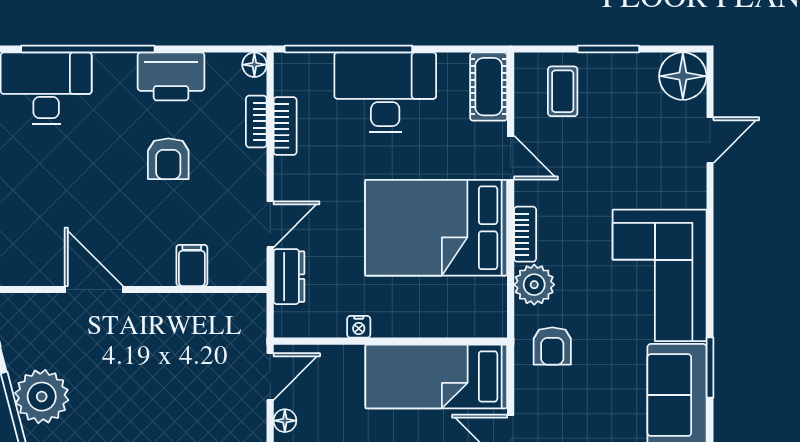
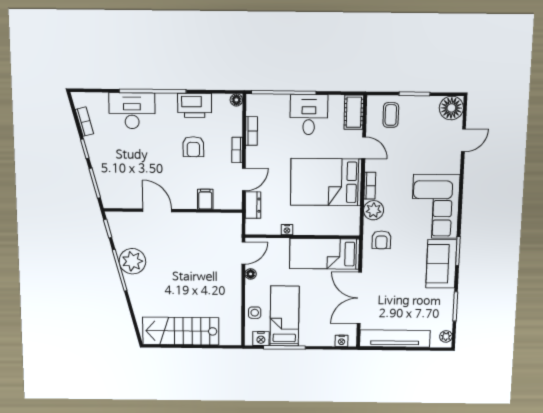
desk: (385, 92) -> (309, 115), width x0.73
bookcase: (256, 121) -> (237, 150), moved

